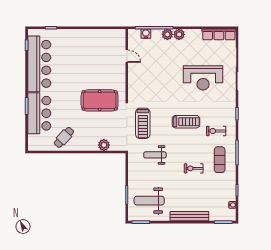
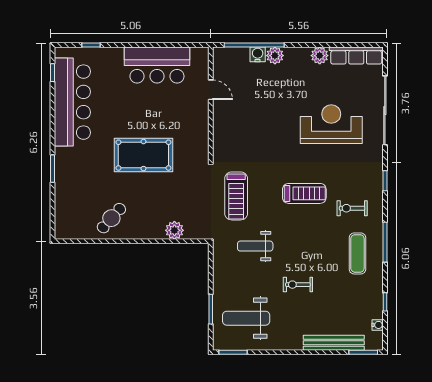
water cooler: (146, 34) -> (258, 54), moved
plant: (179, 34) -> (320, 56), moved
reception desk: (203, 78) -> (331, 124), turned 180
pool table: (100, 100) -> (143, 155), moved
bar counter: (39, 113) -> (157, 65), moved, turned 90
exercise bike: (194, 168) -> (298, 285), moved
bench: (189, 216) -> (334, 343), moved

